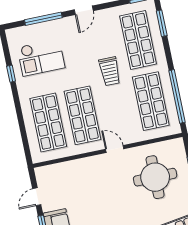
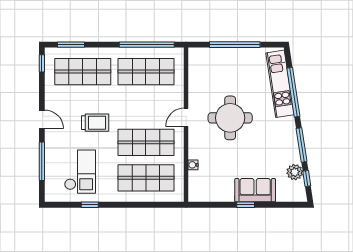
trolley: (110, 71) -> (95, 123), moved
water cooler: (70, 165) -> (193, 165), added
round table: (155, 177) -> (230, 118), moved
door: (37, 197) -> (217, 205), removed

